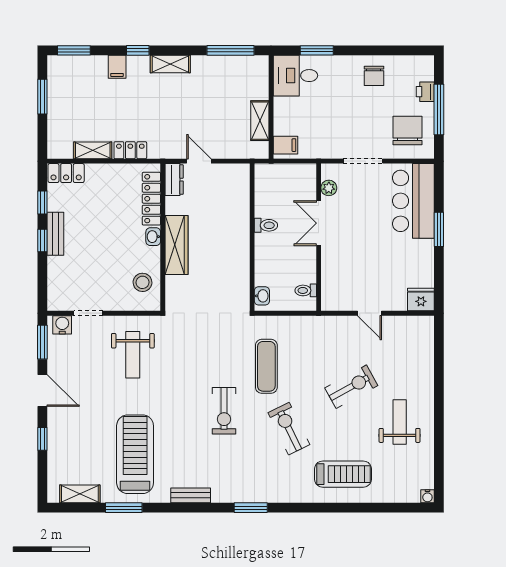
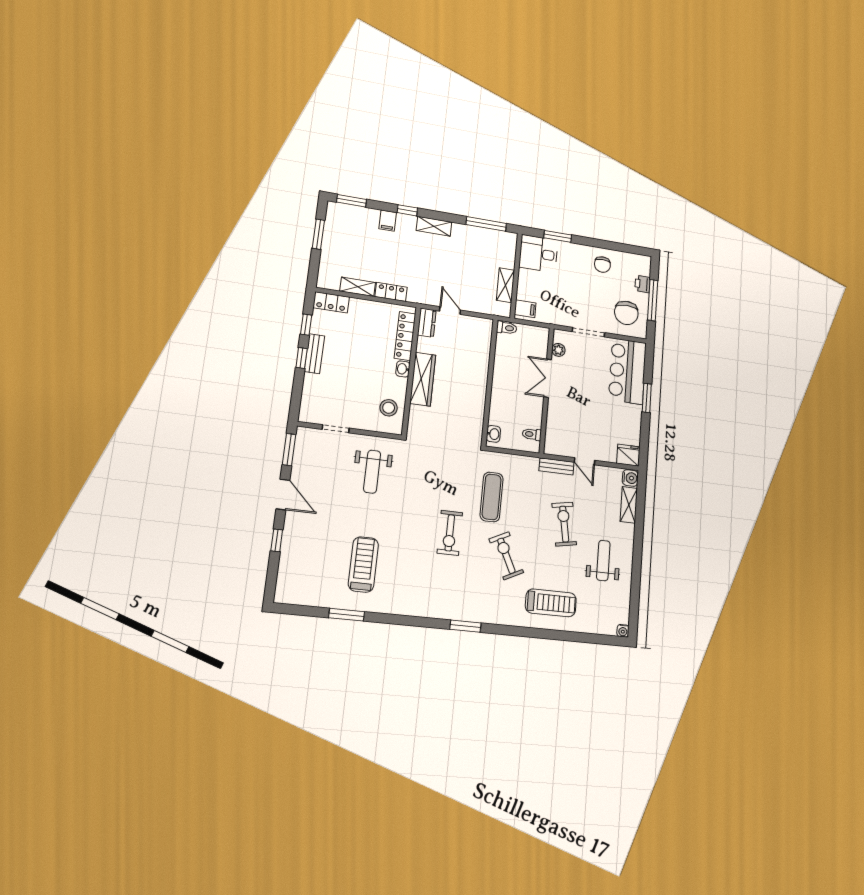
chair: (407, 131) -> (626, 313), turned 180
toilet: (266, 225) -> (507, 328), moved
water cooler: (62, 325) -> (630, 478), moved, turned 90
exercise bike: (351, 387) -> (564, 524), turned -71
treadmill: (135, 454) -> (363, 564), width x0.73, depth x0.73
shelving: (80, 494) -> (629, 505), moved, turned 90
bench: (191, 495) -> (556, 466), moved

